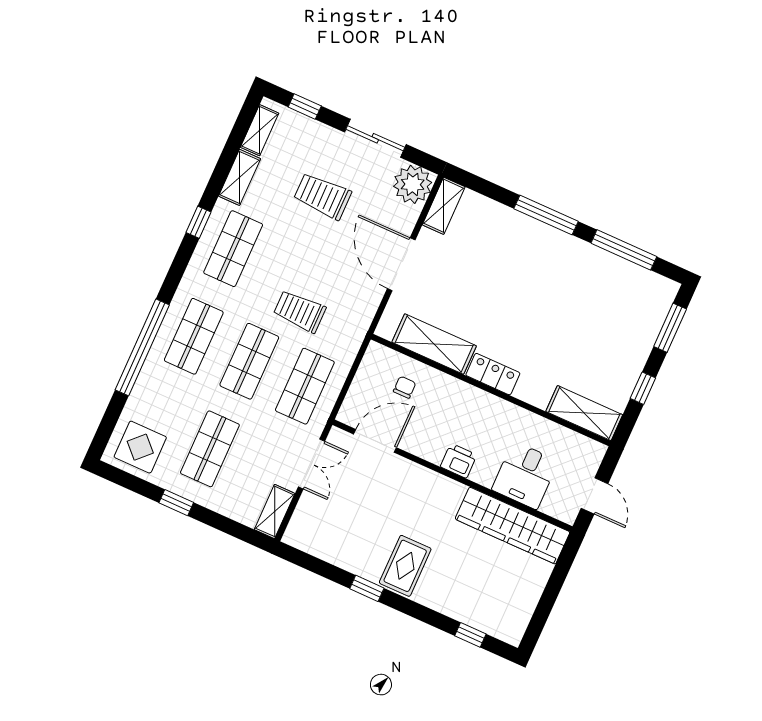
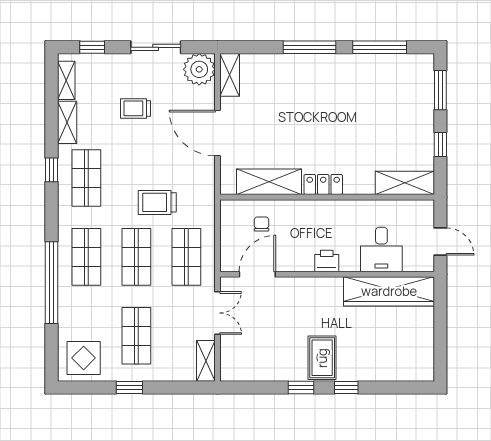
trolley: (322, 196) -> (136, 108), width x0.73, depth x0.72
window: (470, 635) -> (346, 388), moved

